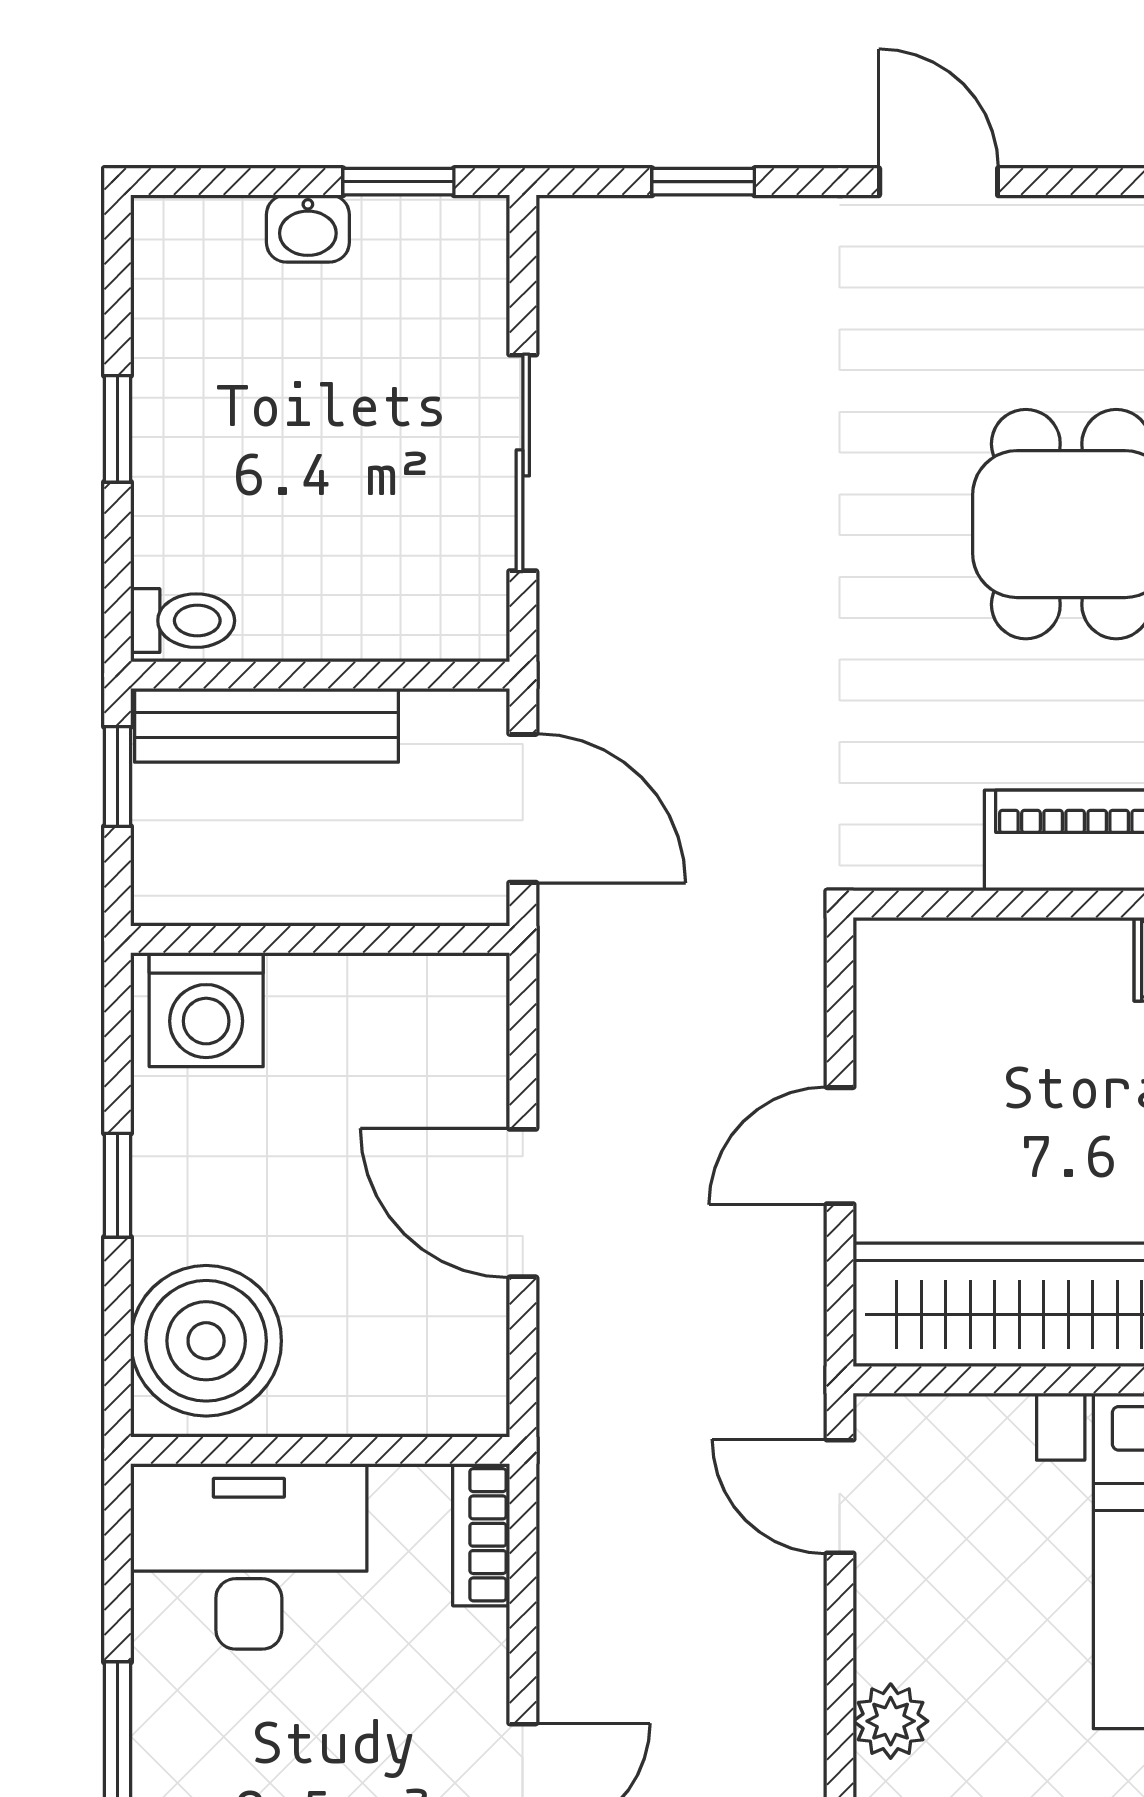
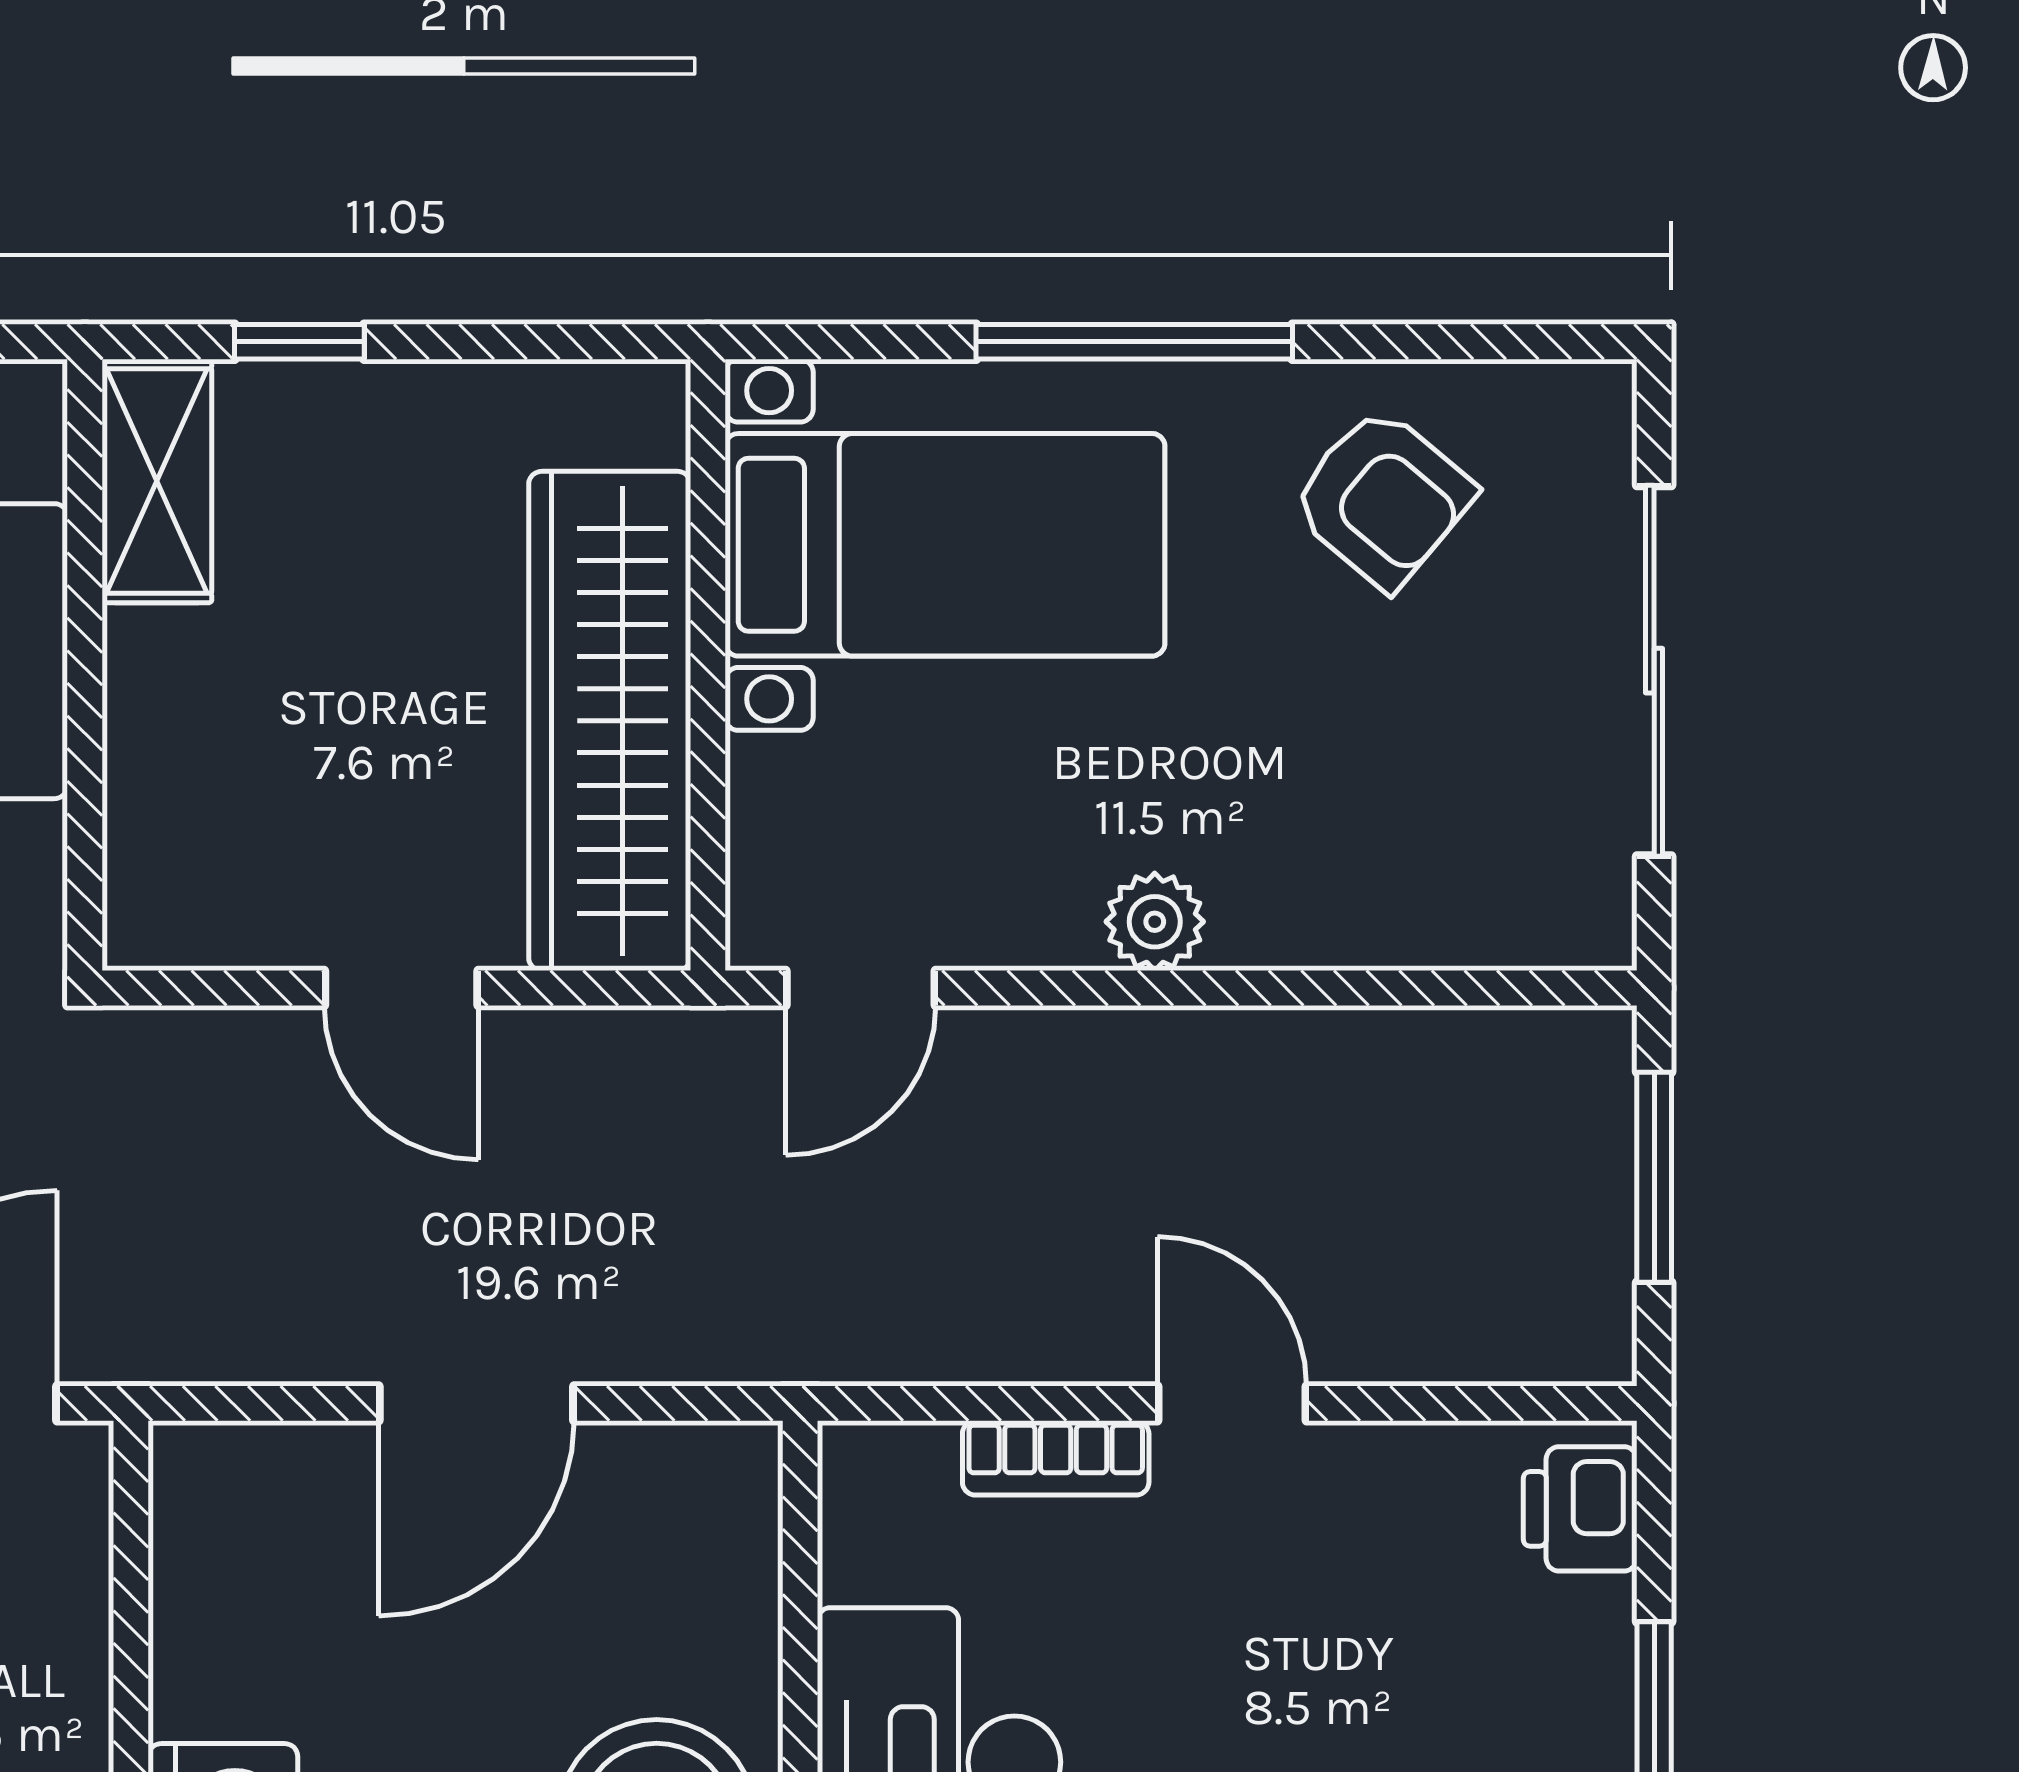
bookcase: (481, 1535) -> (1056, 1458), moved

